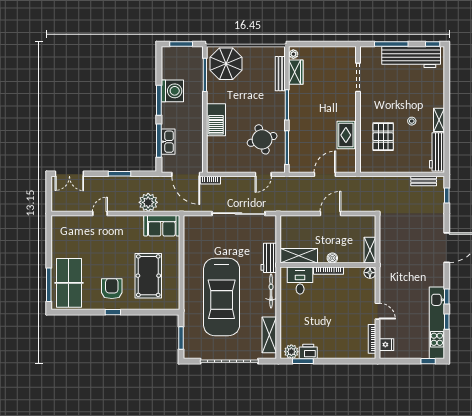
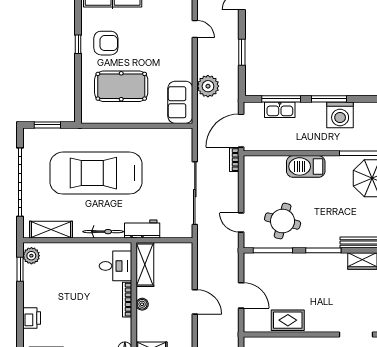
round table: (262, 139) -> (283, 221), turned 32
printer: (308, 351) -> (32, 318), moved

